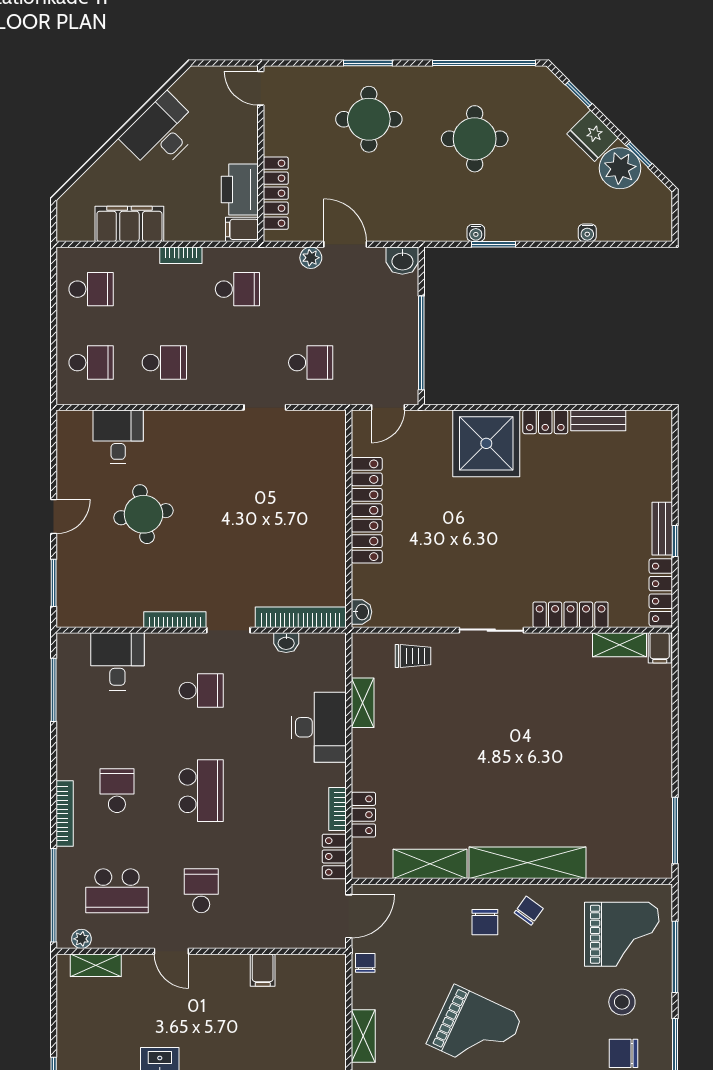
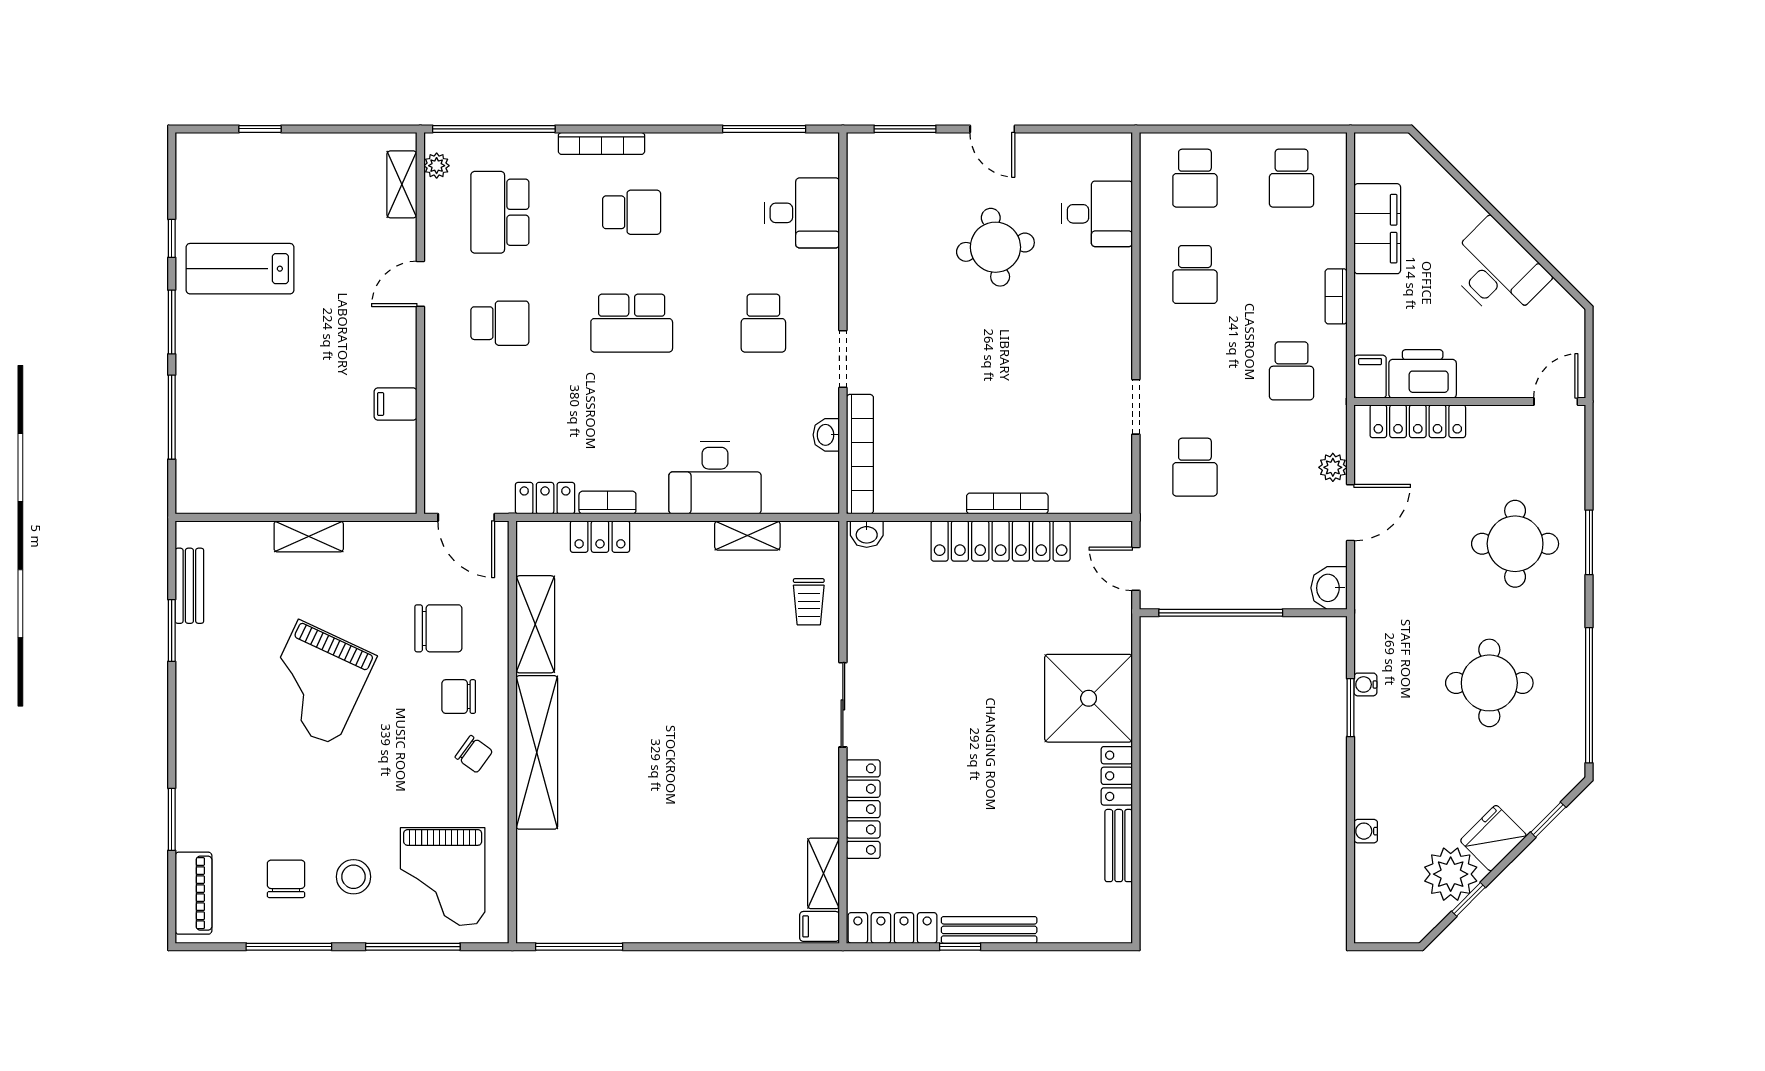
bench: (662, 529) -> (989, 930), width x1.36
bookcase: (175, 620) -> (1007, 504), moved, turned -90
chair: (365, 963) -> (438, 628), moved, width x1.87, depth x1.87

